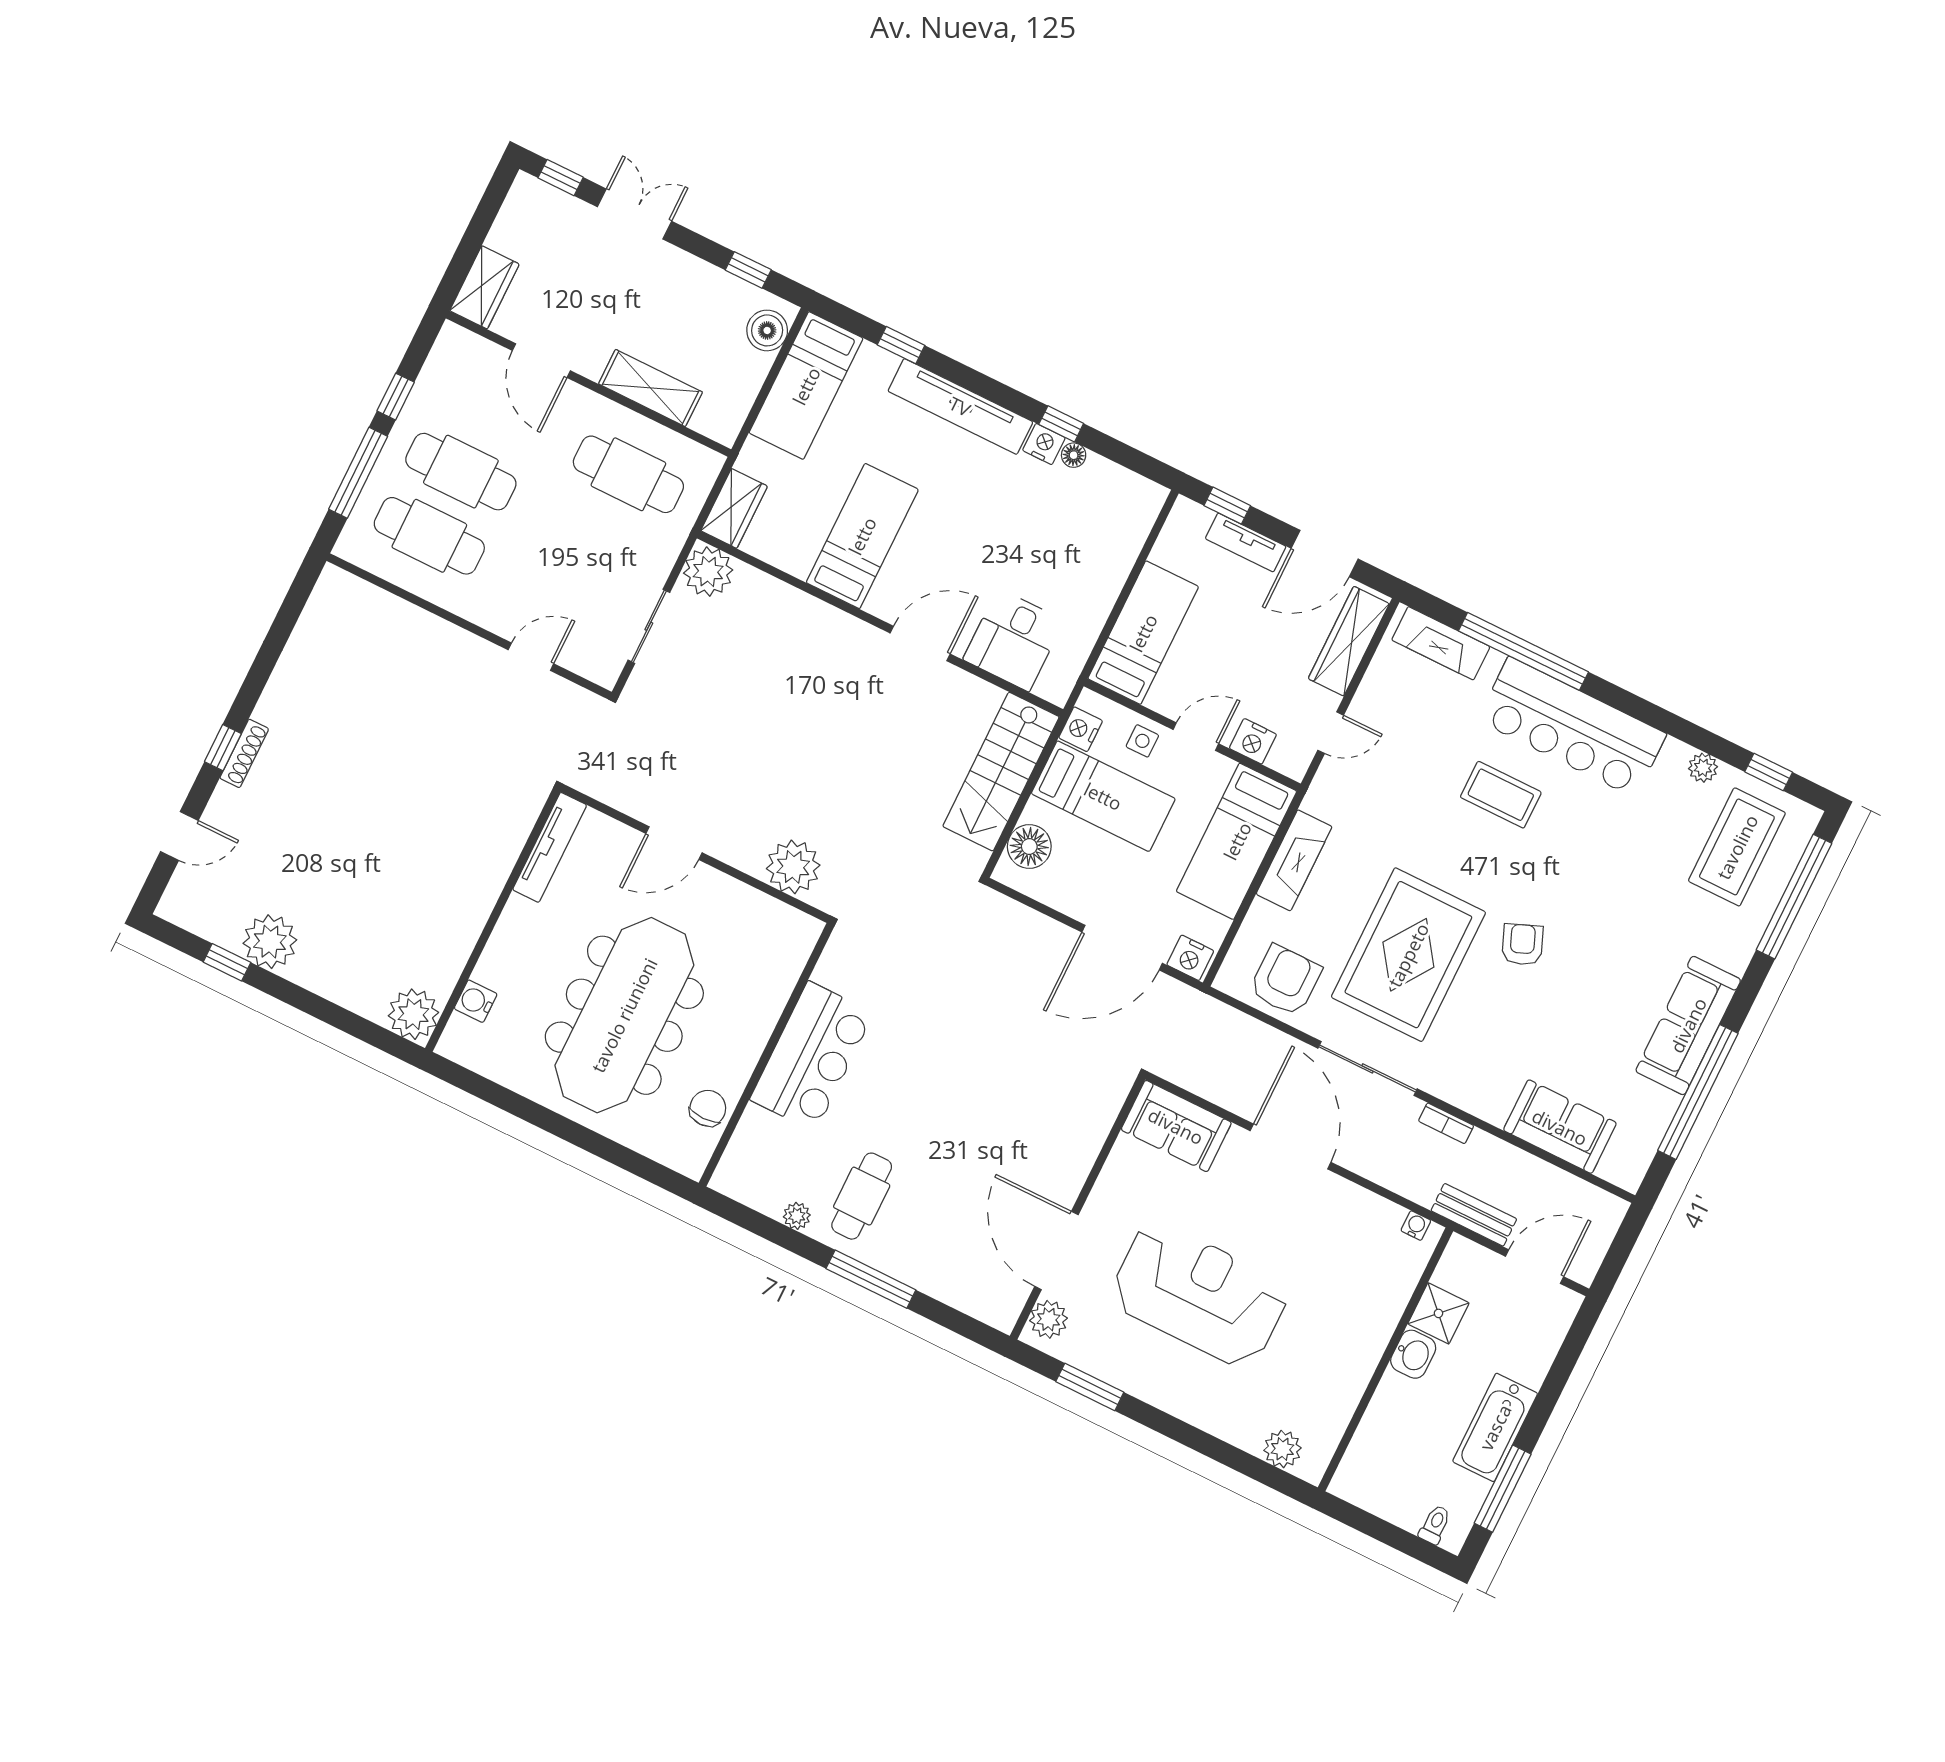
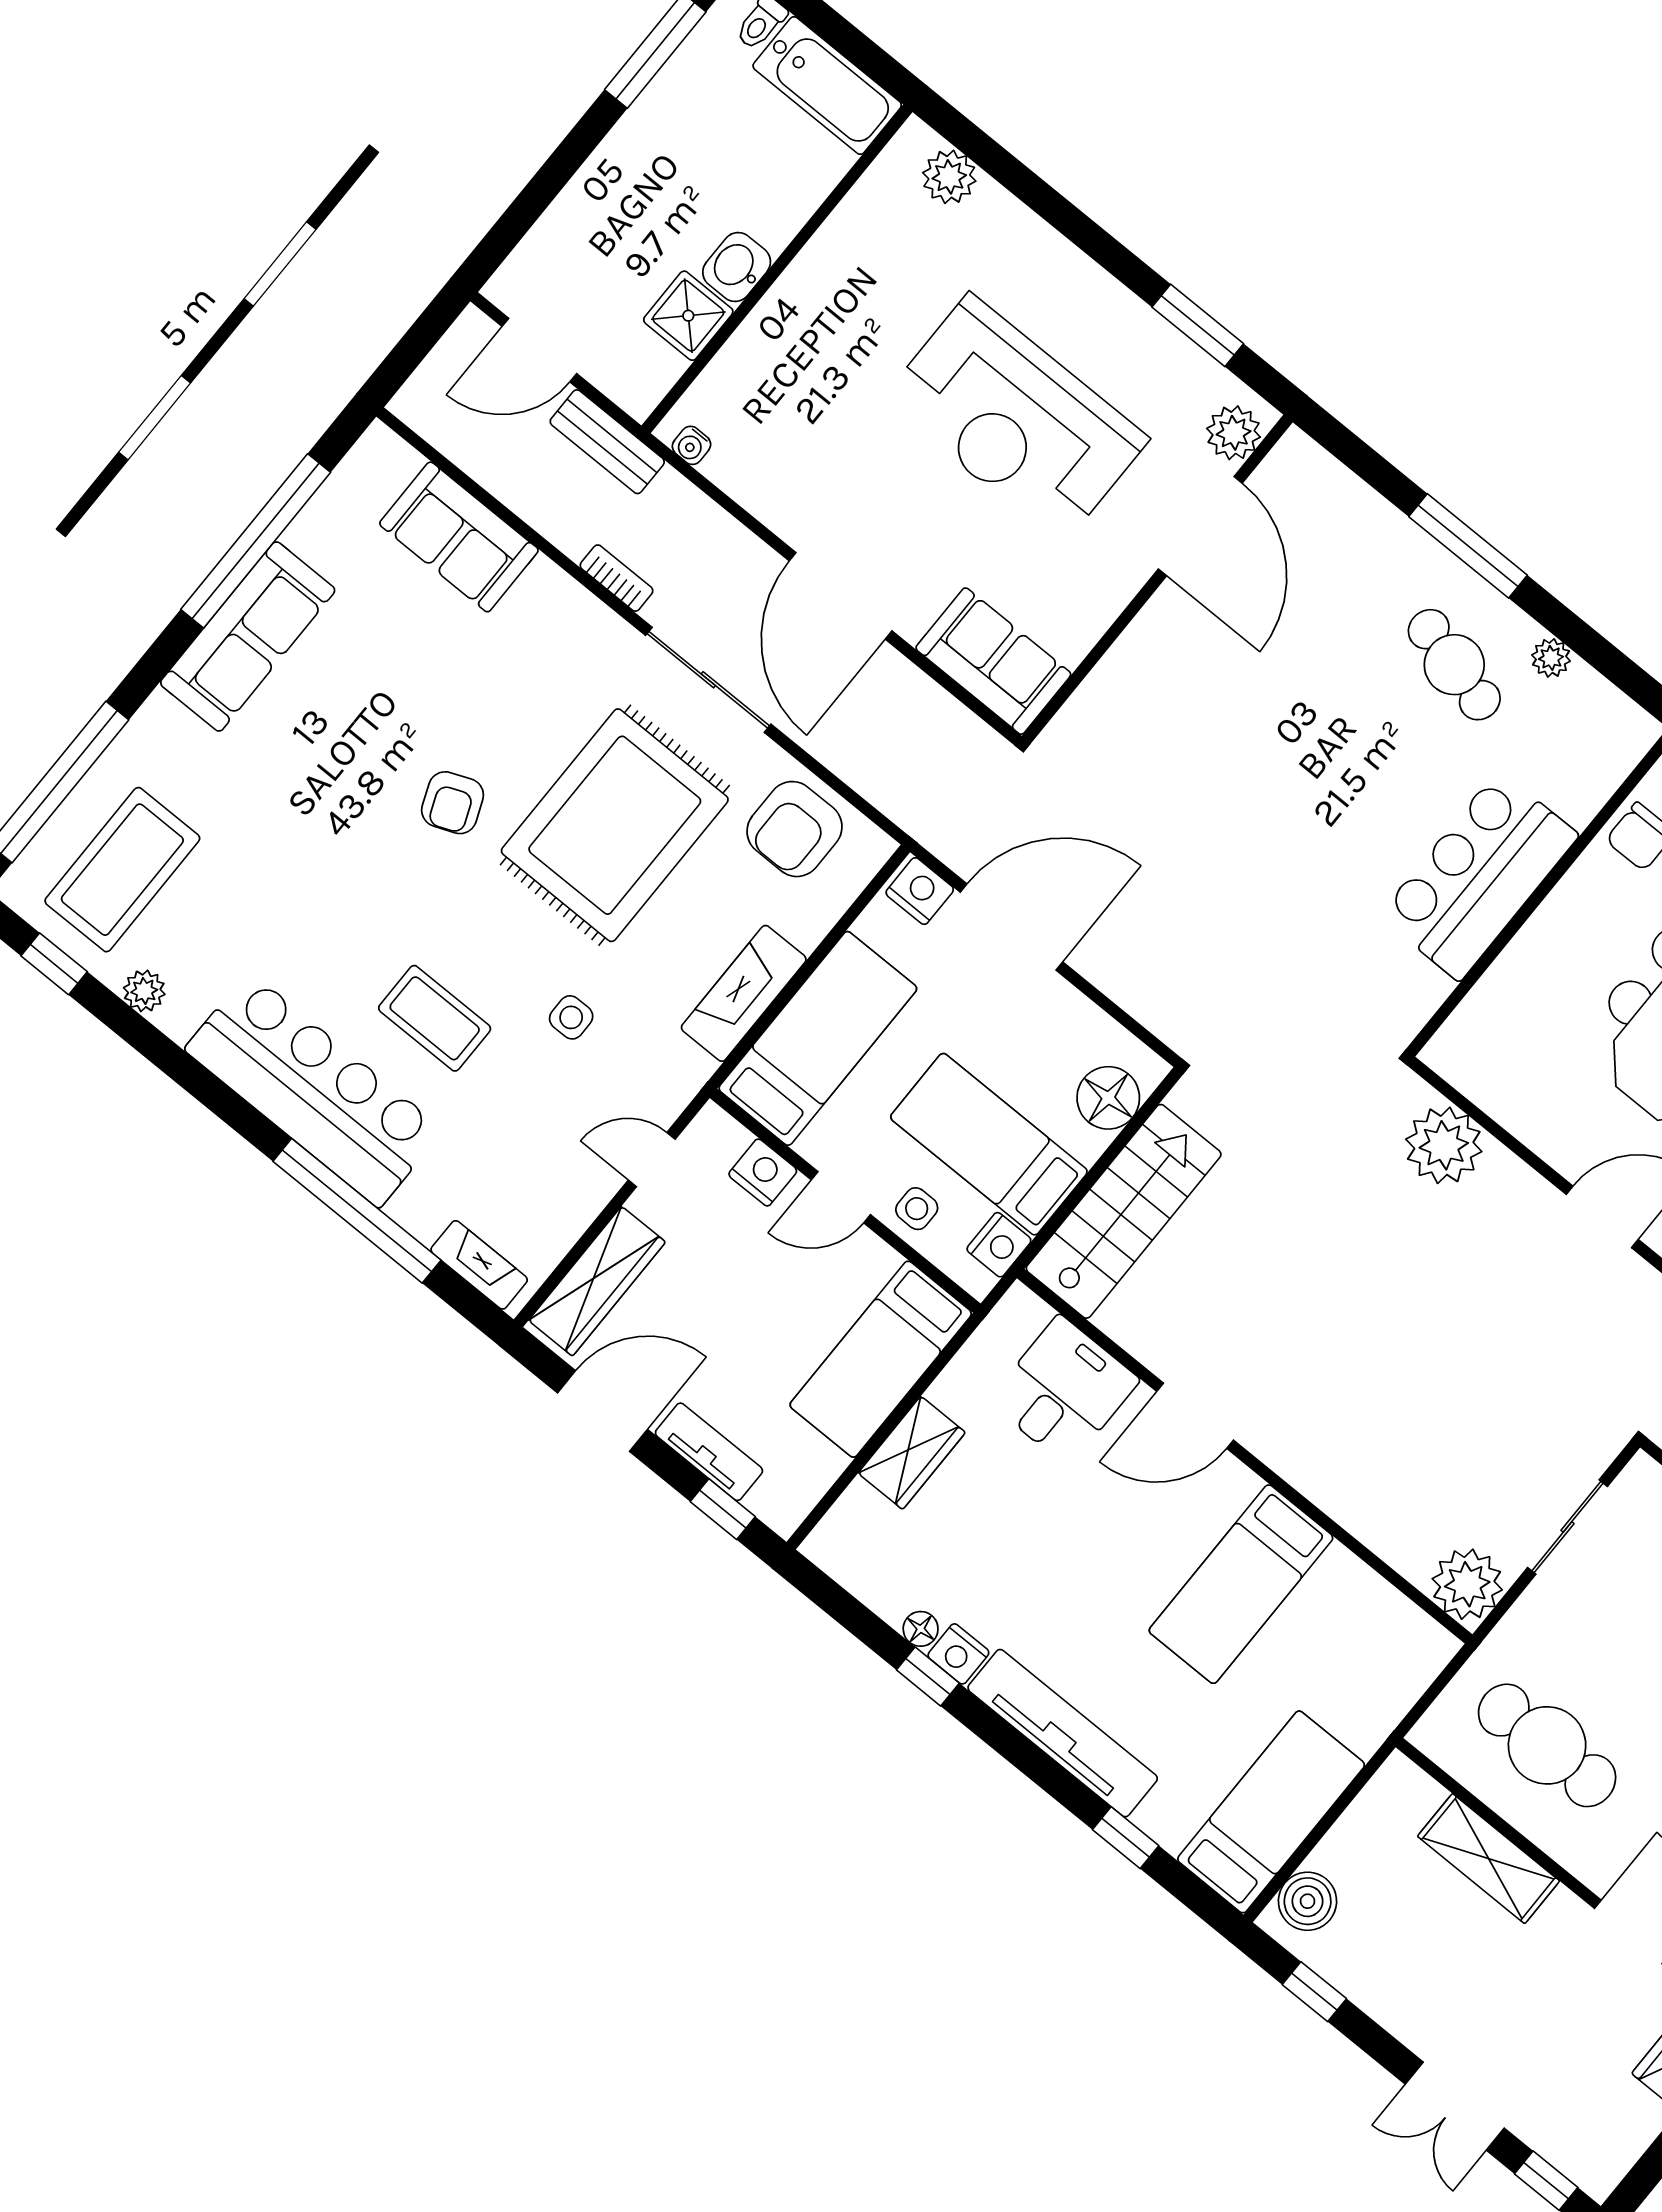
wardrobe: (734, 508) -> (912, 1453), moved, turned 180
fireplace: (1441, 643) -> (479, 1265), width x0.73, depth x0.76
side table: (1408, 817) -> (571, 1017), added
cafe table: (862, 1196) -> (1454, 665), turned -75
bathtub: (1495, 1427) -> (827, 86), moved, turned 90

